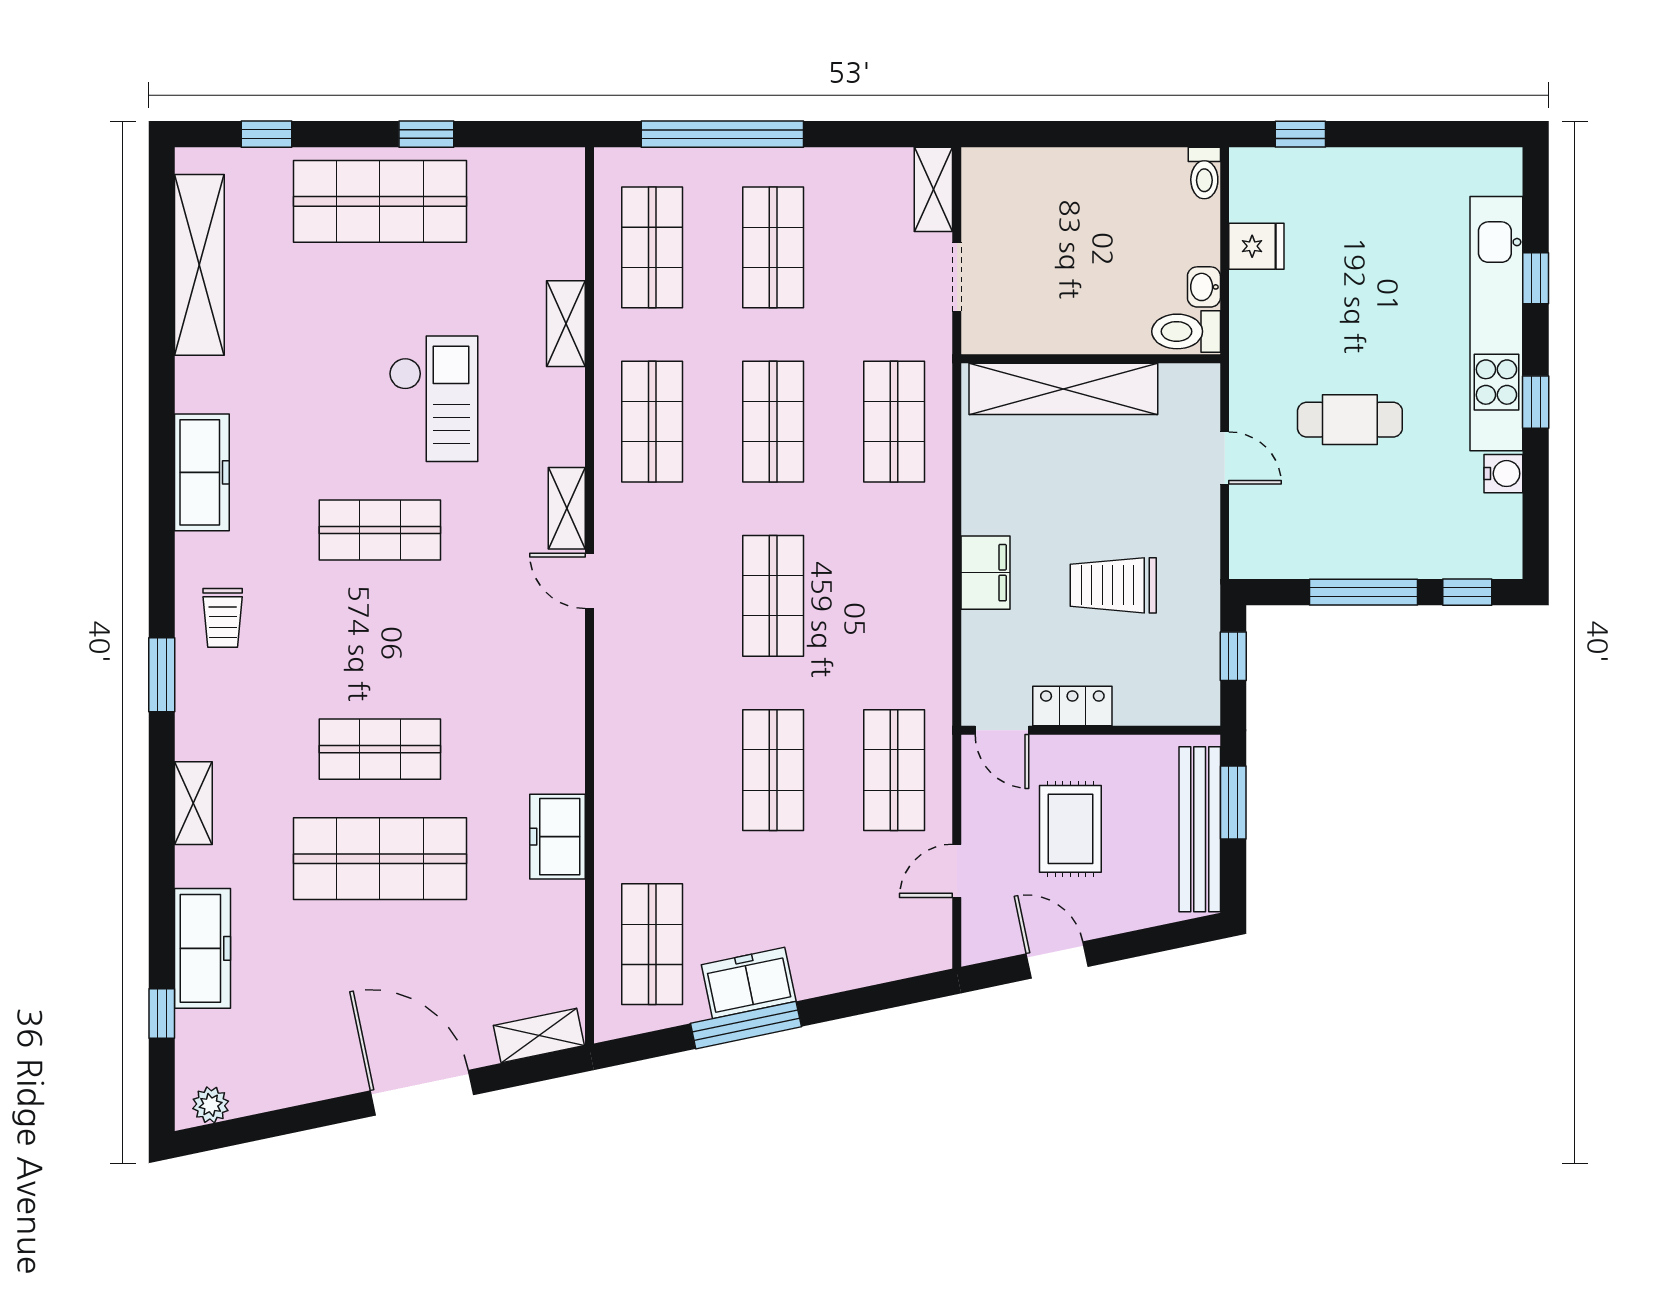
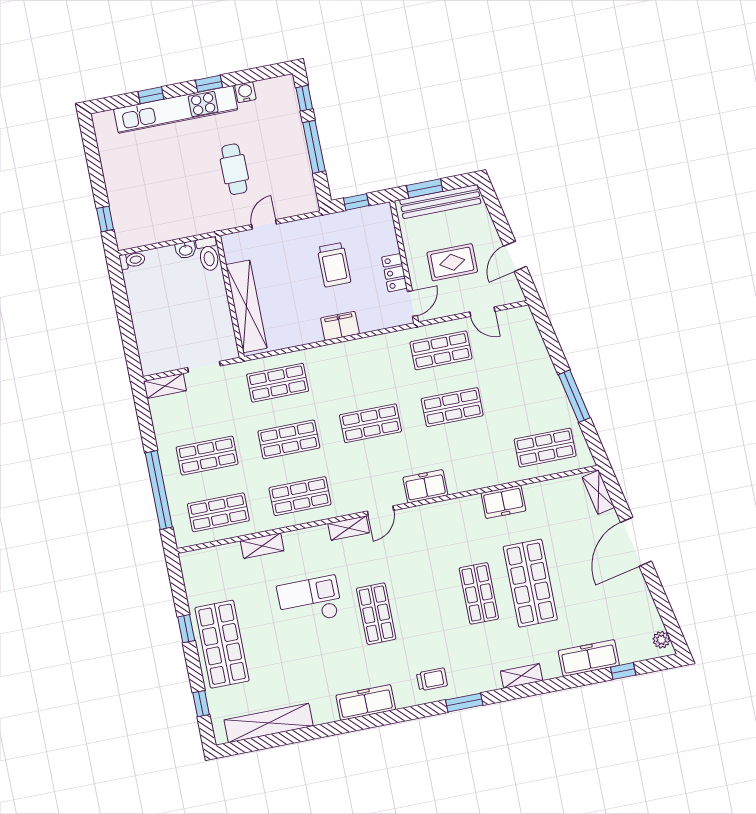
fridge: (1256, 246) -> (162, 229), removed
freezer: (749, 983) -> (425, 486), moved, turned 102

